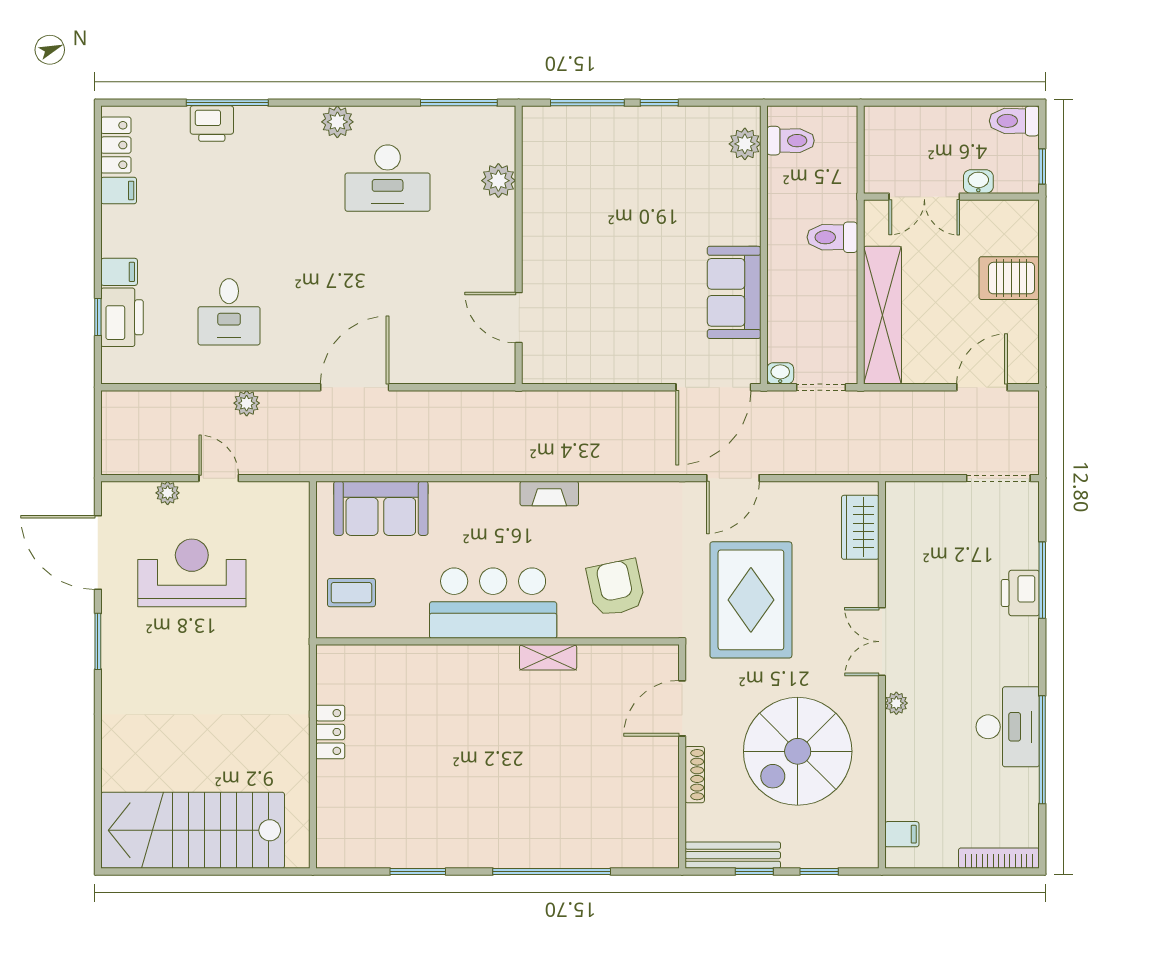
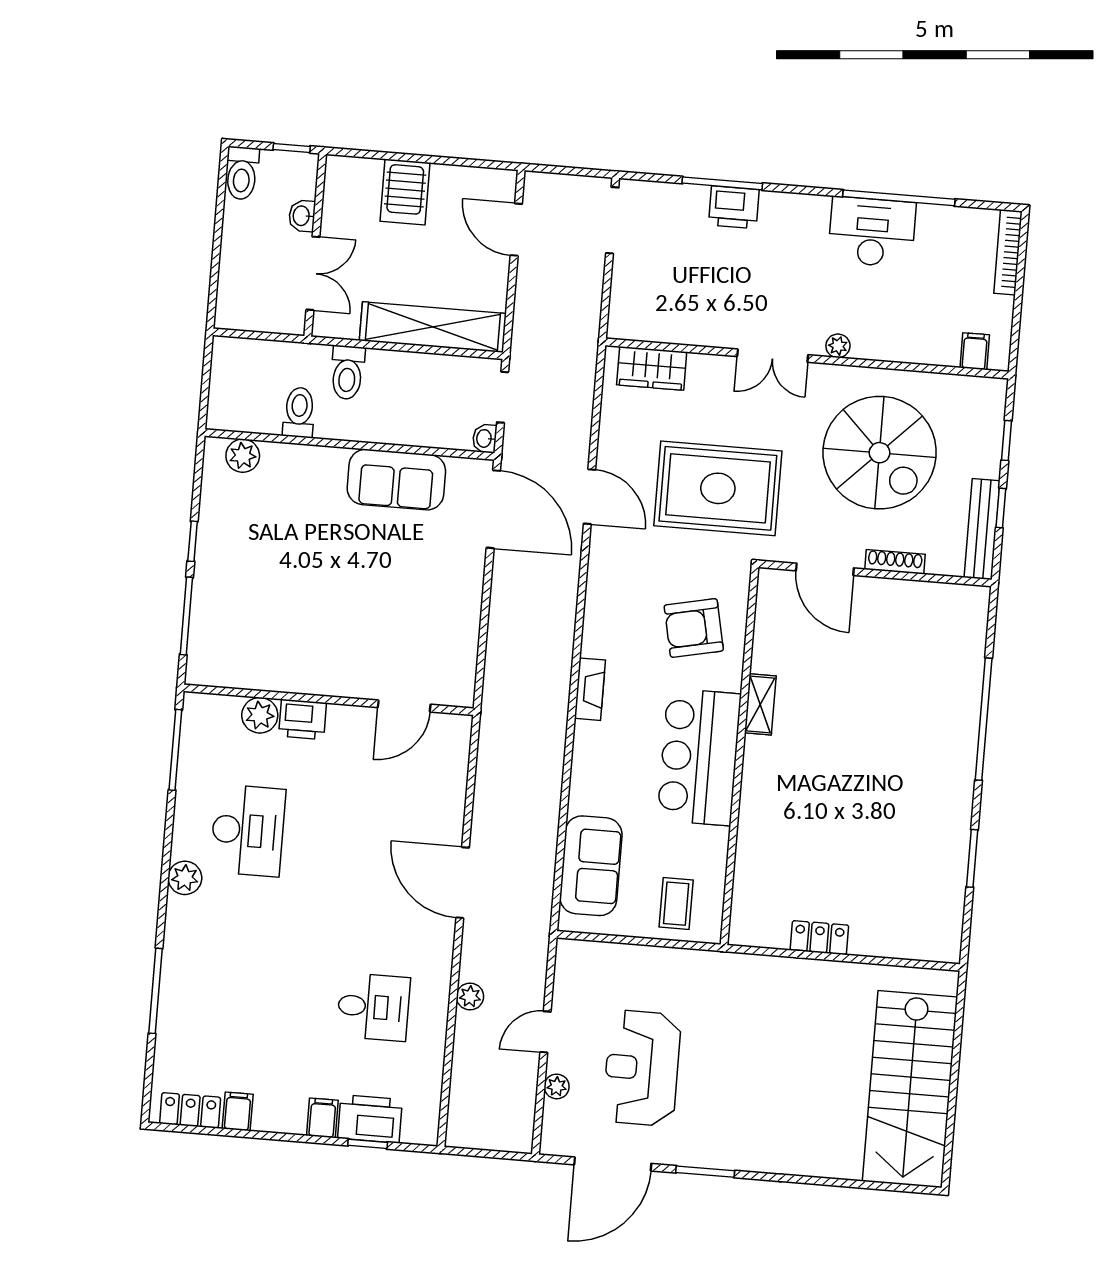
printer: (212, 124) -> (303, 719), moved, turned 90
toilet: (791, 141) -> (299, 412), moved

